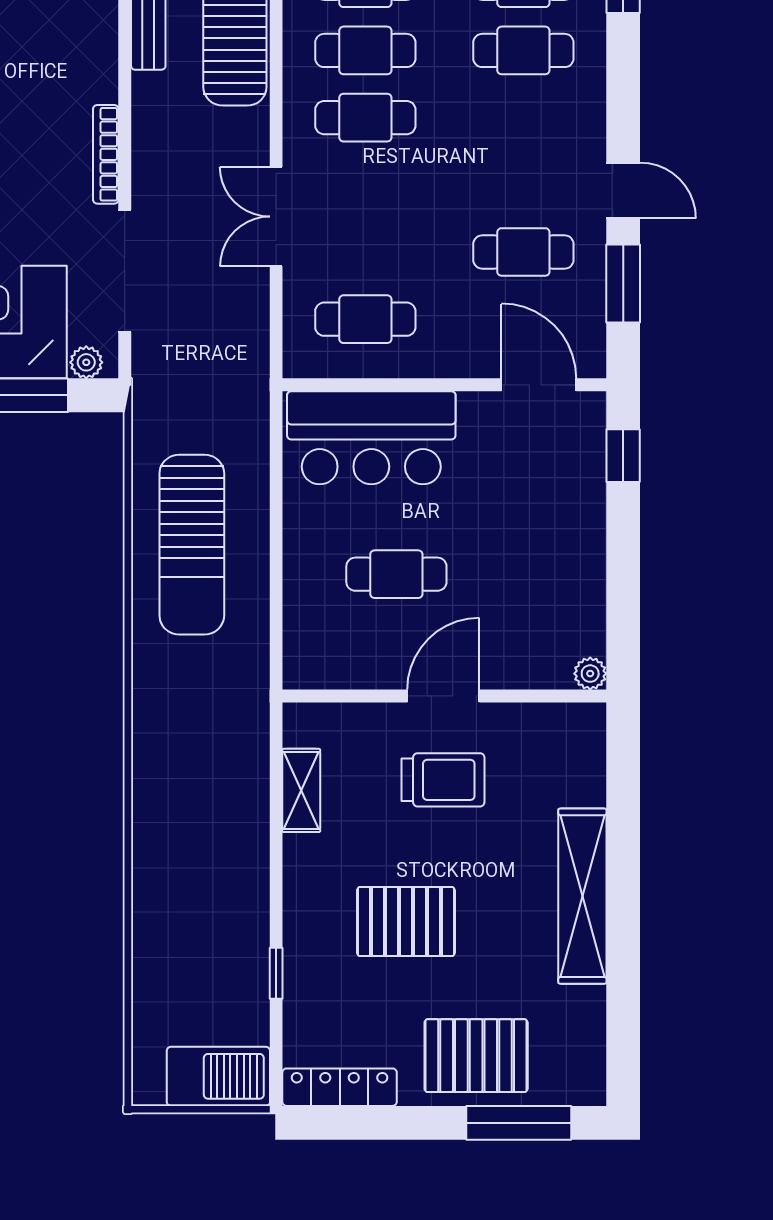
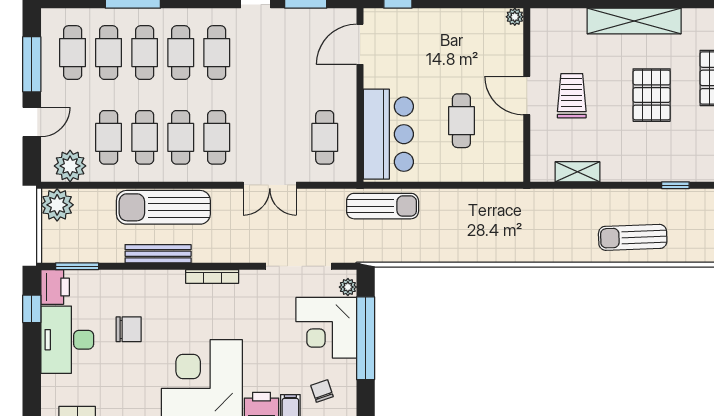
bookcase: (106, 154) -> (212, 277), moved
cafe table: (523, 252) -> (217, 53), moved
sun lounger: (192, 545) -> (383, 206), moved, width x0.73, depth x0.75
sun lounger: (179, 893) -> (633, 237), added
pallet: (406, 922) -> (652, 95), moved

